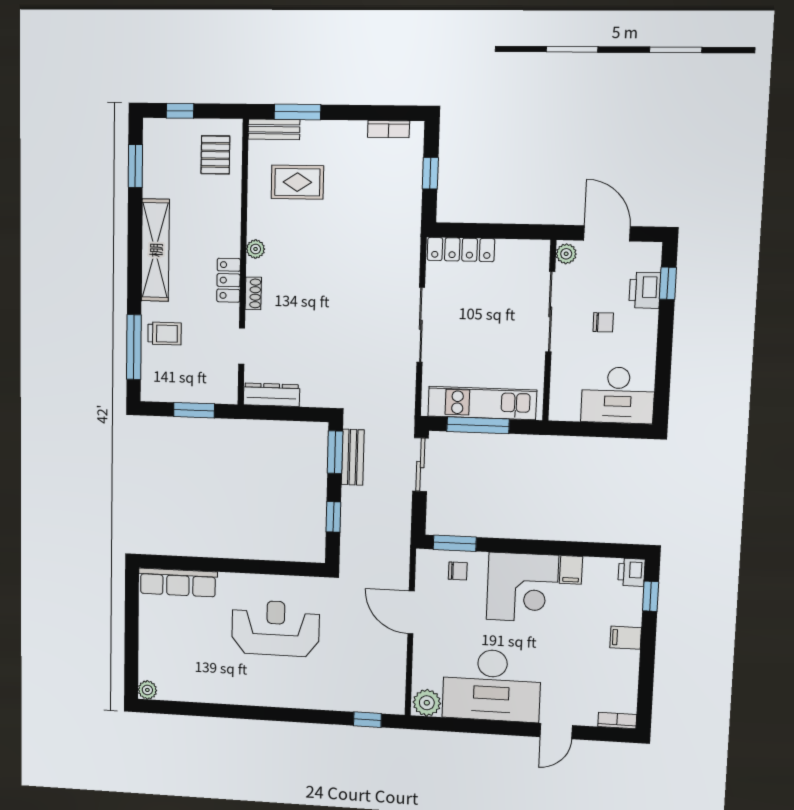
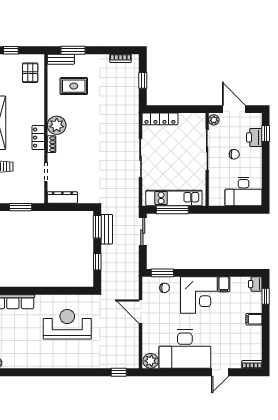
plant: (256, 249) -> (57, 125), width x1.87, depth x1.87

